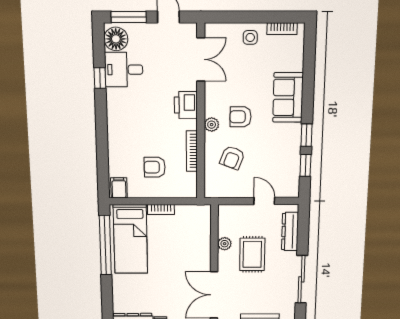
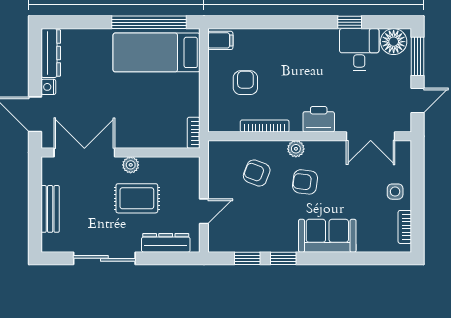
armchair: (241, 117) -> (305, 182), turned -83
bookcase: (161, 210) -> (194, 133), moved
plant: (225, 244) -> (131, 165), moved

